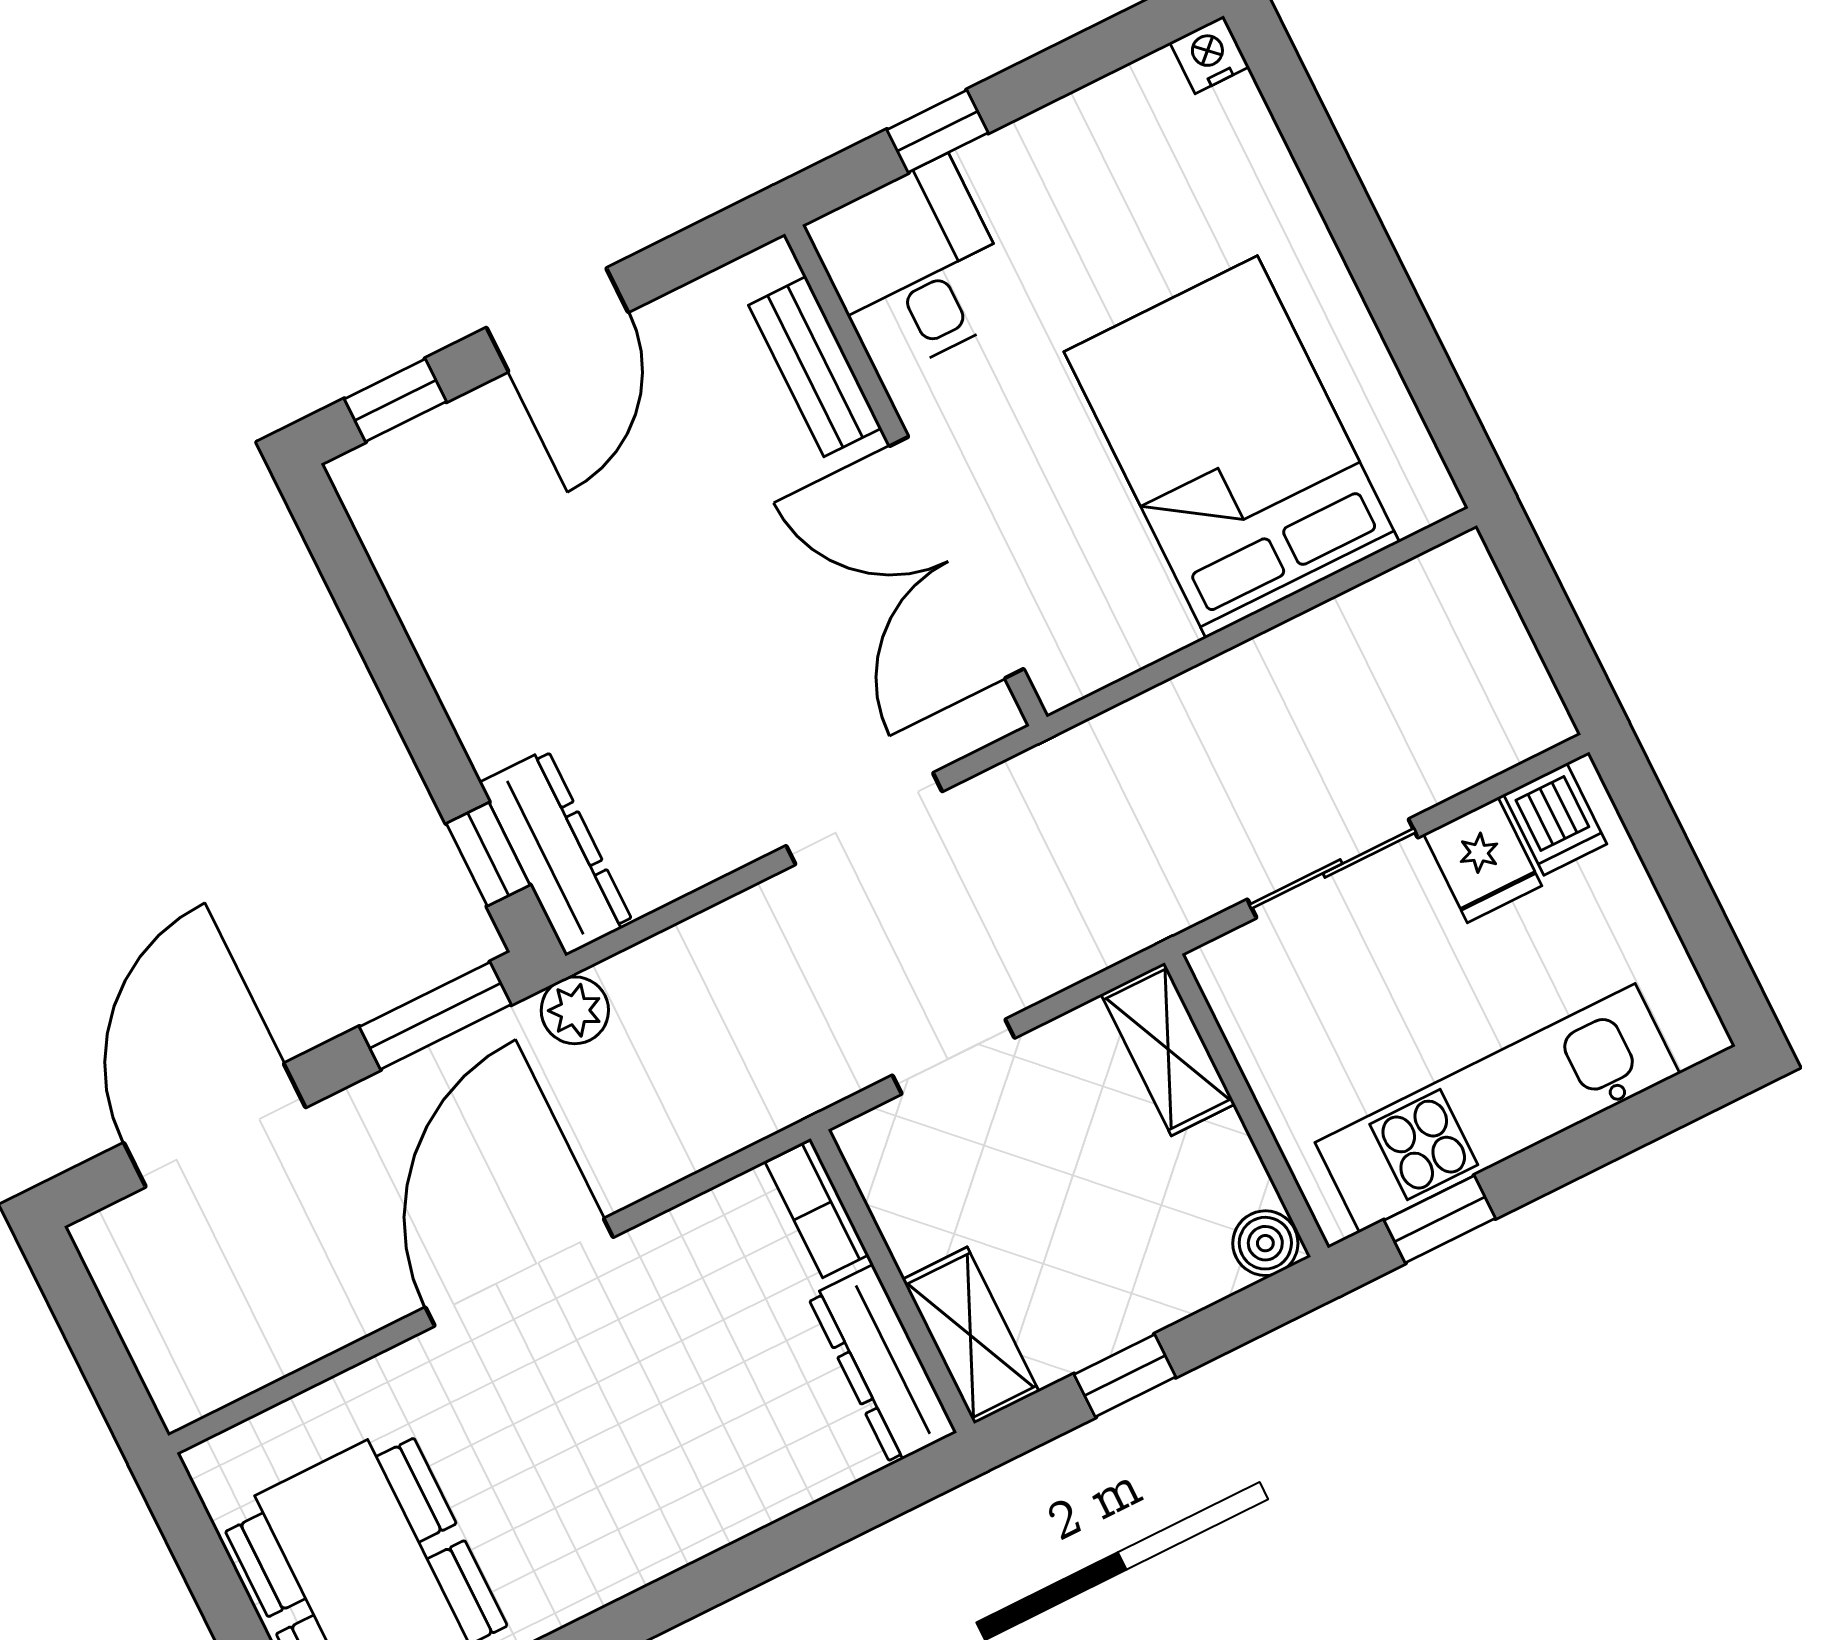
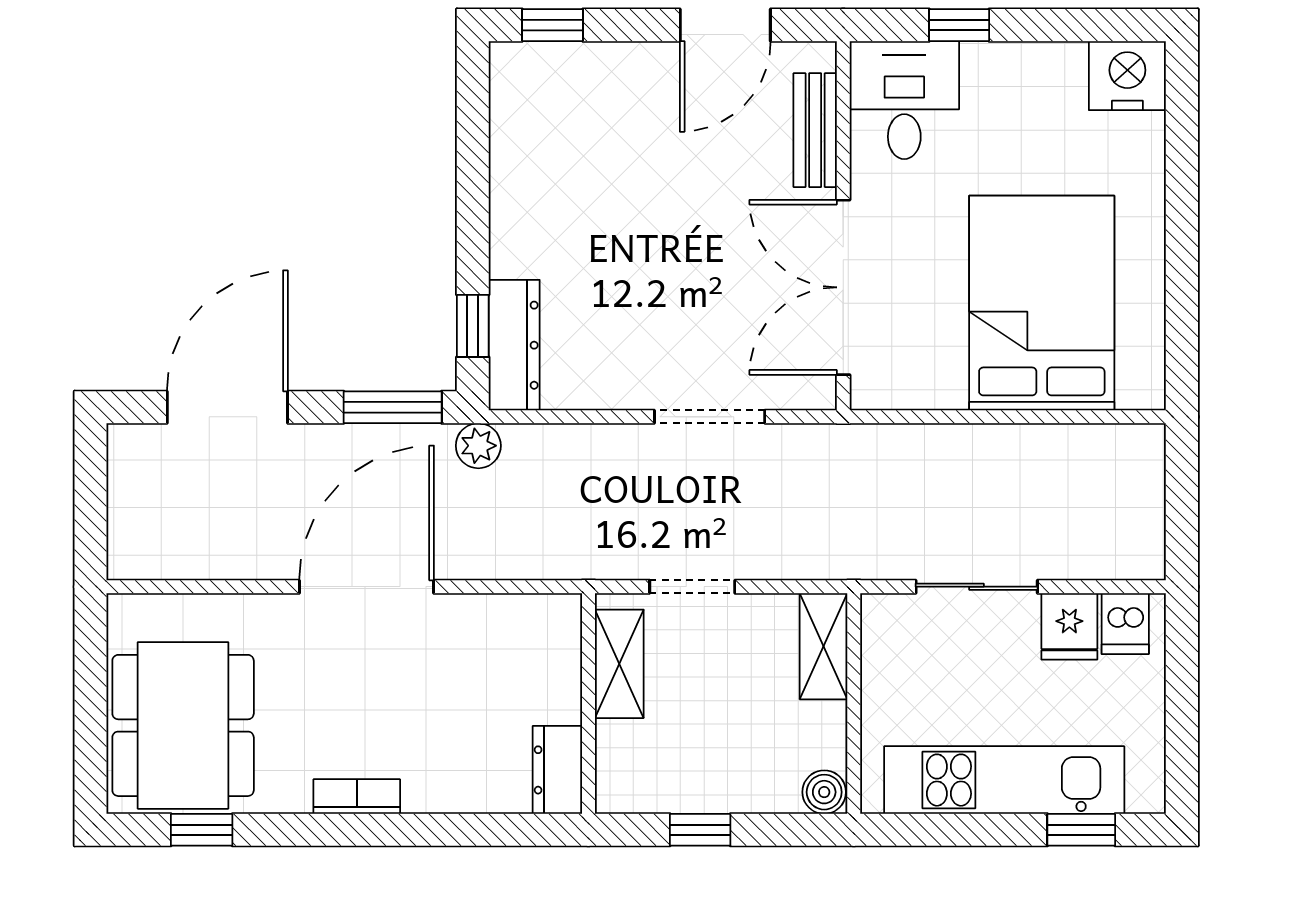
nightstand: (1209, 55) -> (1127, 76), width x1.89, depth x1.79
door: (557, 320) -> (725, 25), moved
bookcase: (817, 1209) -> (357, 797), moved, turned 90
window: (1440, 1219) -> (1081, 830), moved
shelving: (971, 1336) -> (619, 664), moved
dresser: (882, 1365) -> (557, 770), width x0.70

